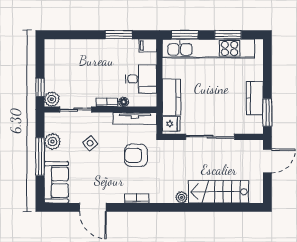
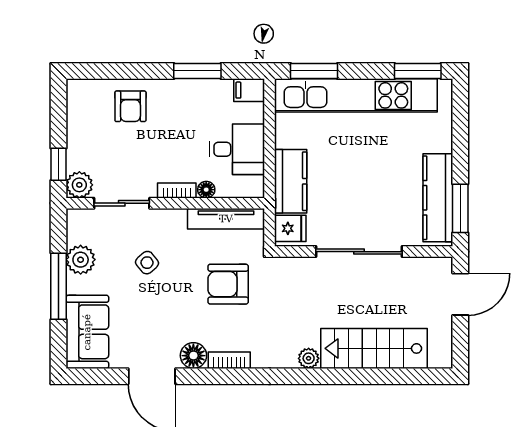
window: (228, 35) -> (418, 71), moved
armchair: (81, 55) -> (130, 106), added
kitchen counter: (255, 98) -> (438, 198), width x1.50
floor lamp: (116, 196) -> (193, 356), added

